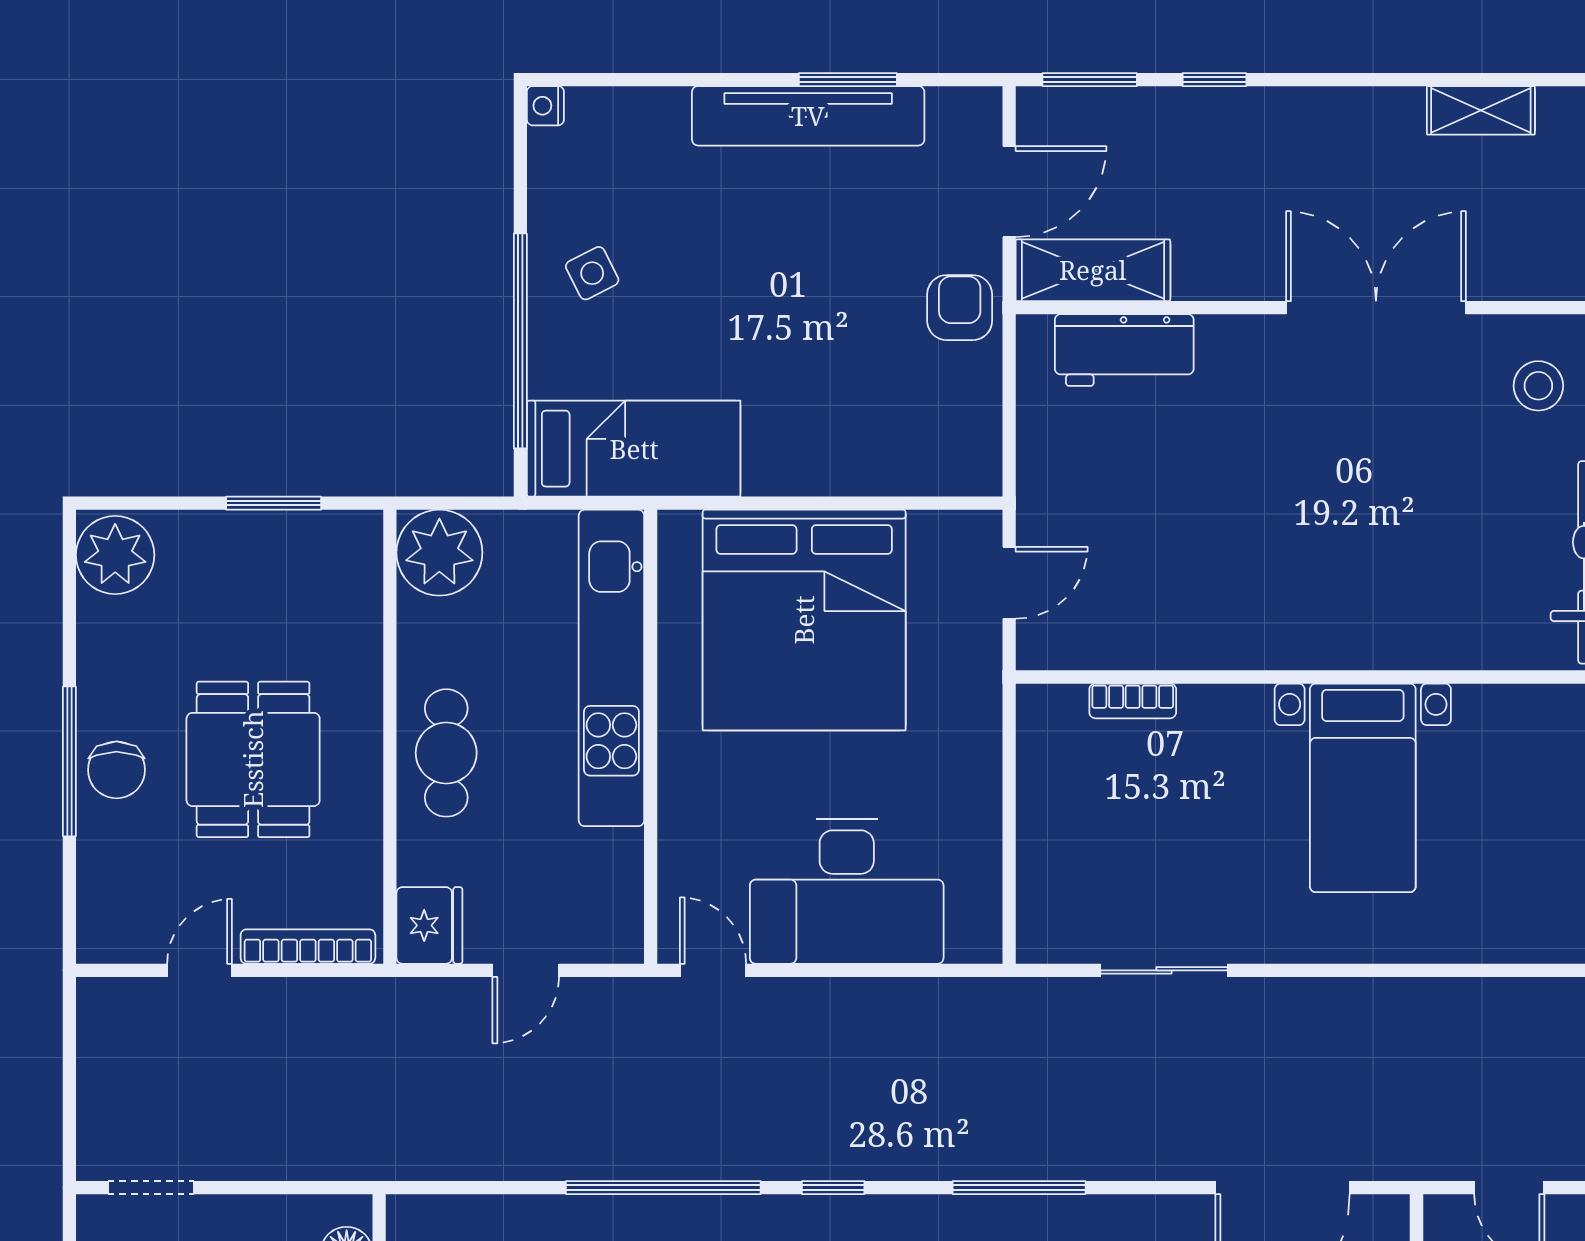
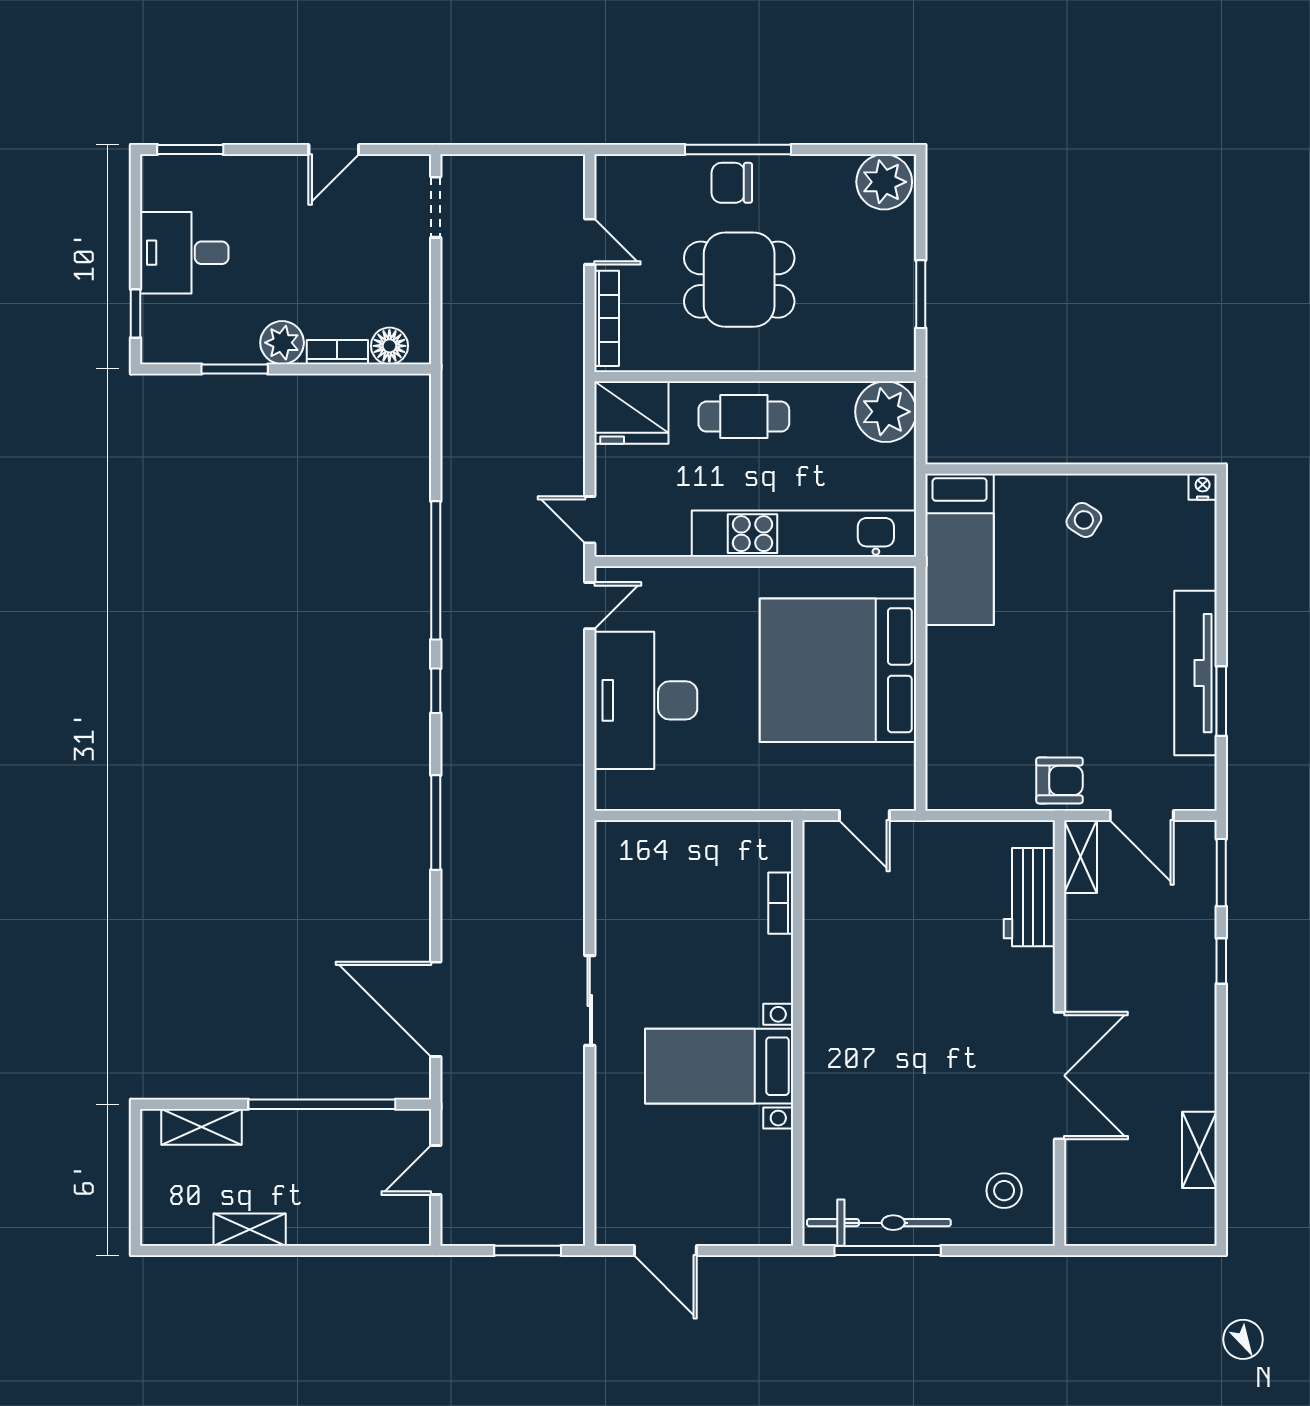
shelving: (1093, 270) -> (1081, 857), width x0.67, depth x0.75
side table: (592, 273) -> (1084, 520), turned -31
window: (520, 341) -> (1036, 469), removed
fridge: (429, 925) -> (631, 413), width x1.36, depth x1.34
door: (526, 970) -> (590, 520), moved
sliding door: (1164, 970) -> (590, 1000), moved

